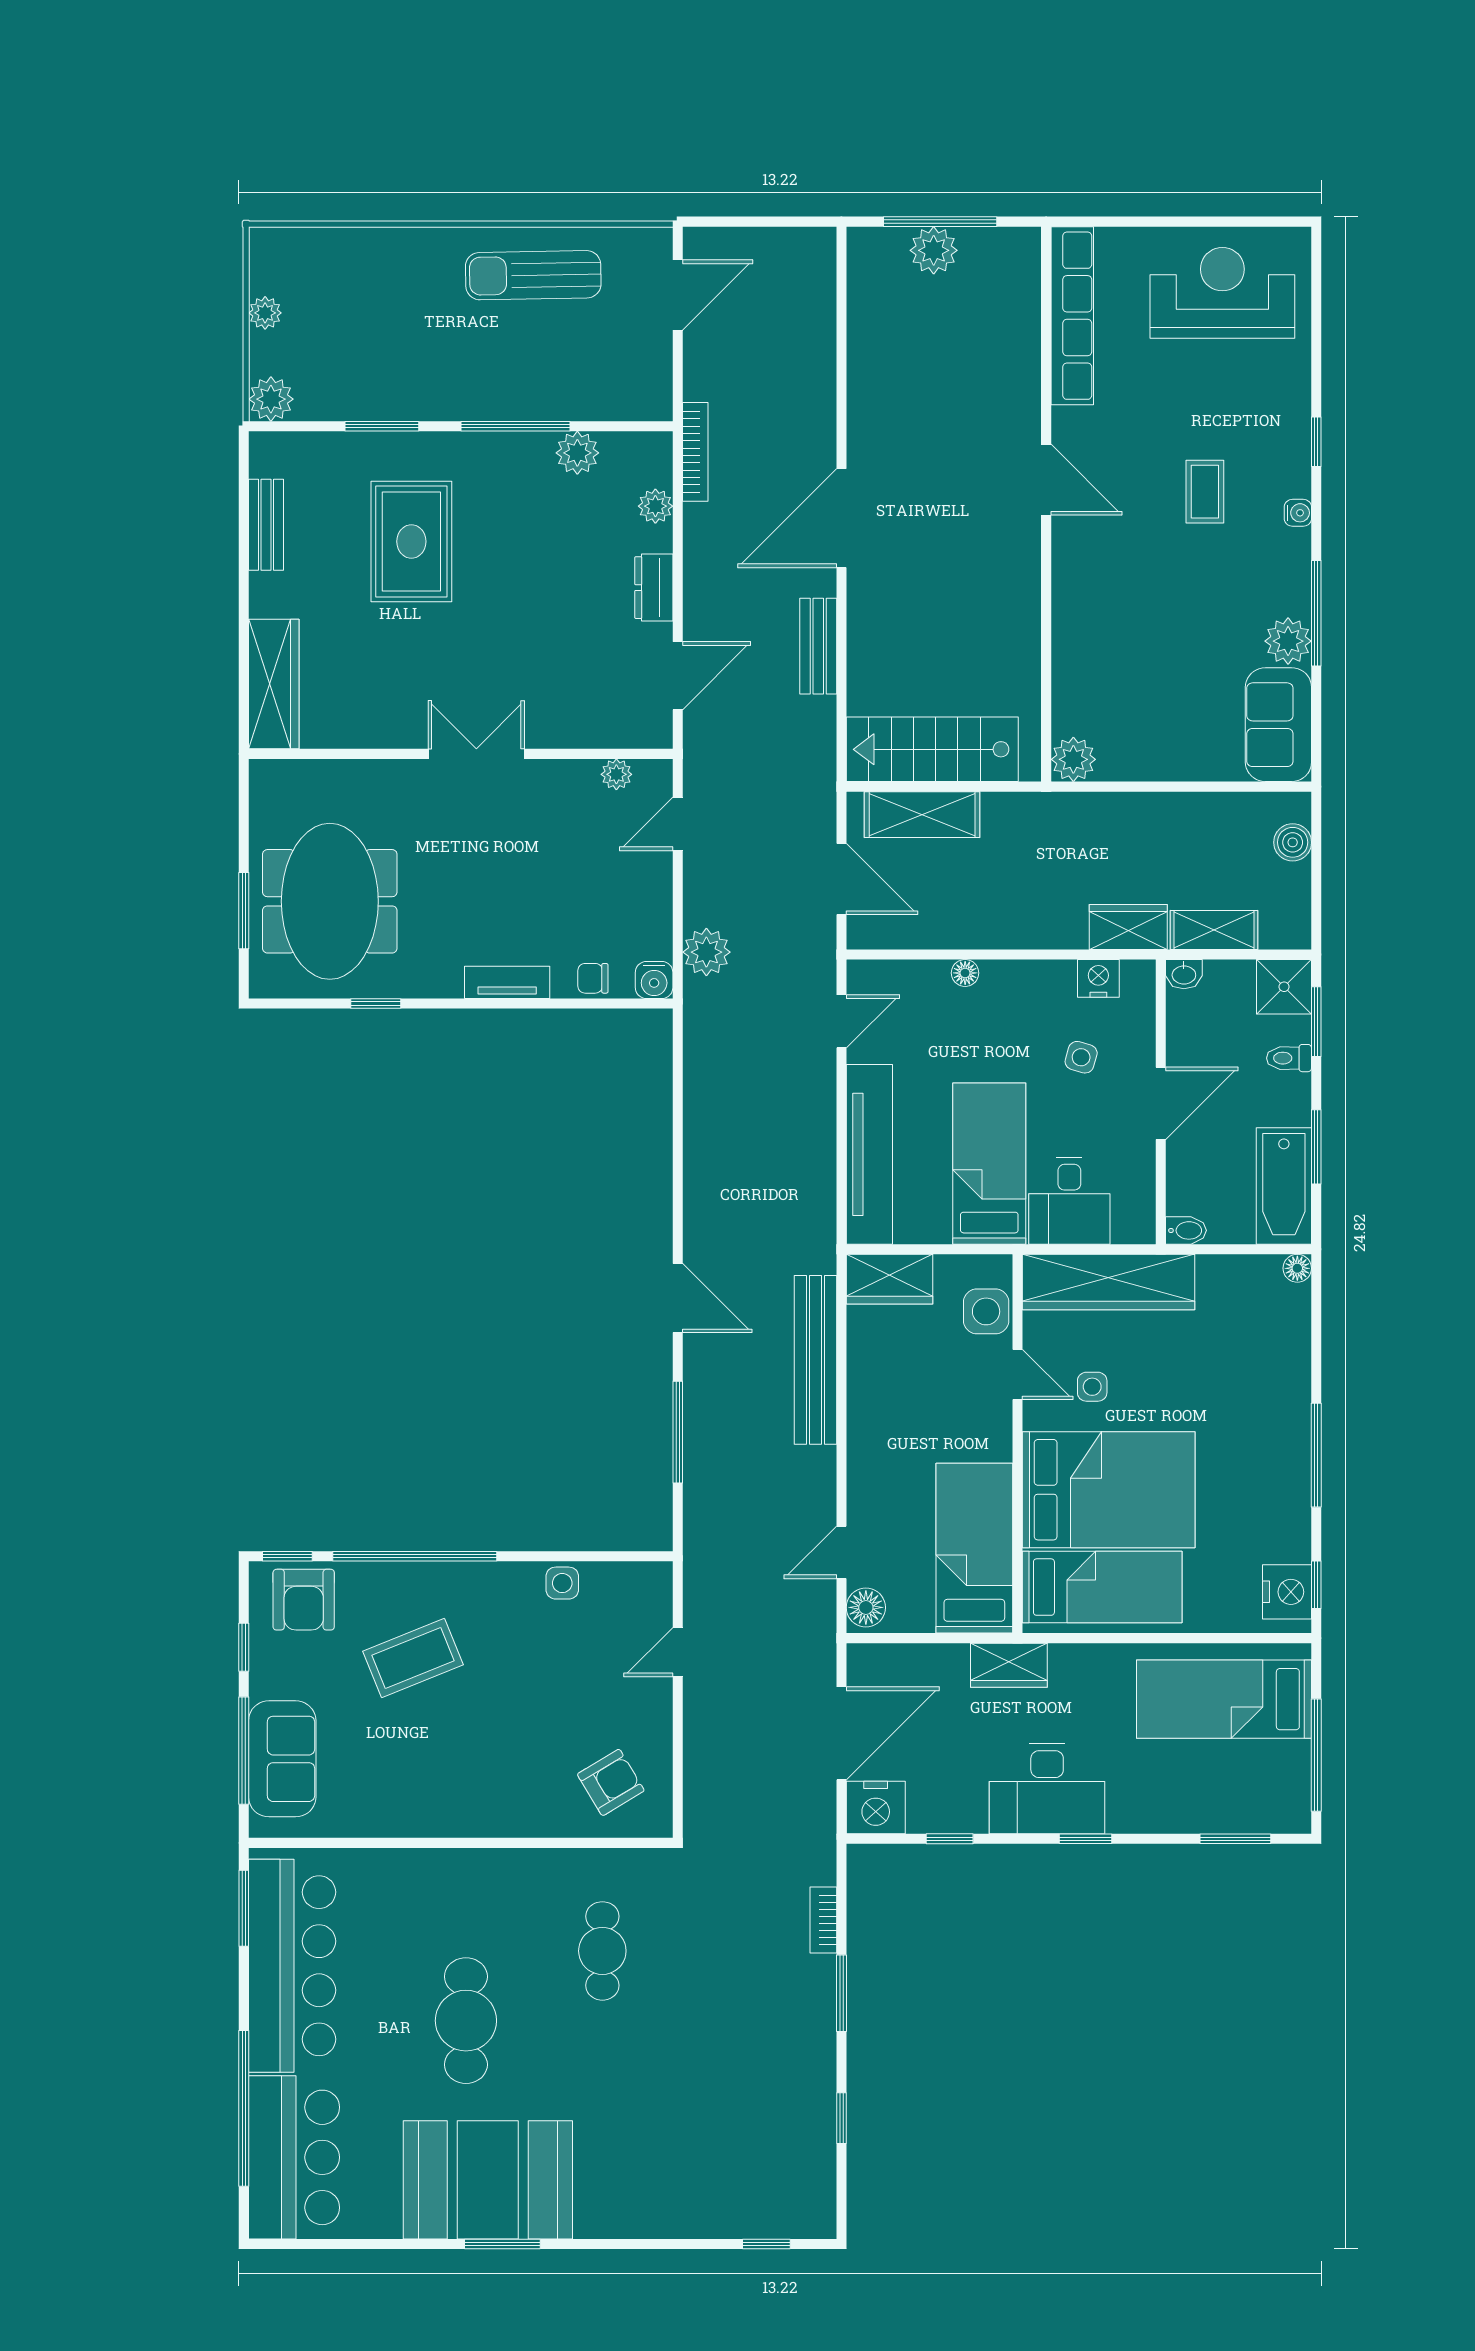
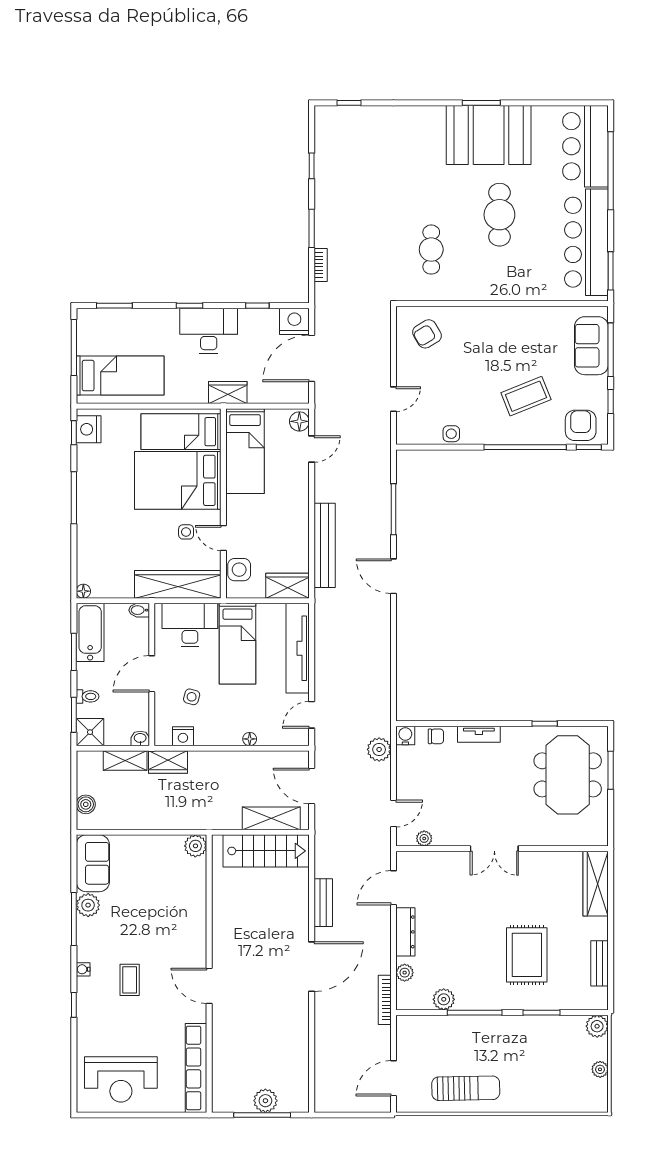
dresser: (654, 588) -> (405, 932), width x1.44
desk: (1069, 1201) -> (190, 625), width x1.37

